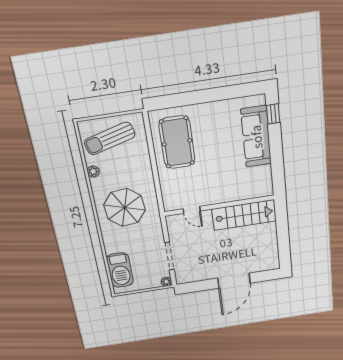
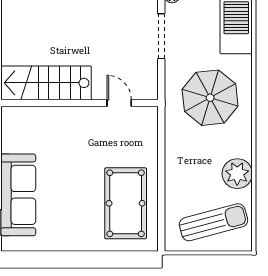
plant: (93, 171) -> (237, 174), width x1.87, depth x1.87
parasol: (125, 207) -> (210, 98), moved

